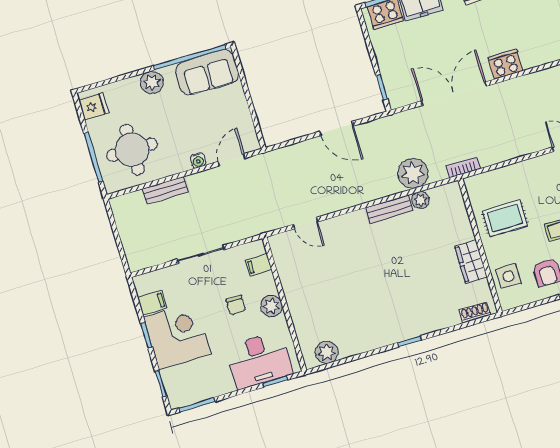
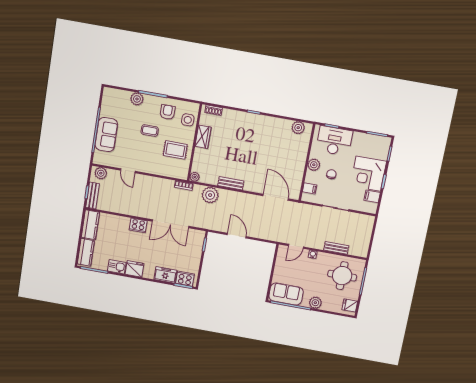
plant: (421, 200) -> (195, 177), moved
door: (306, 223) -> (276, 197), width x1.88

